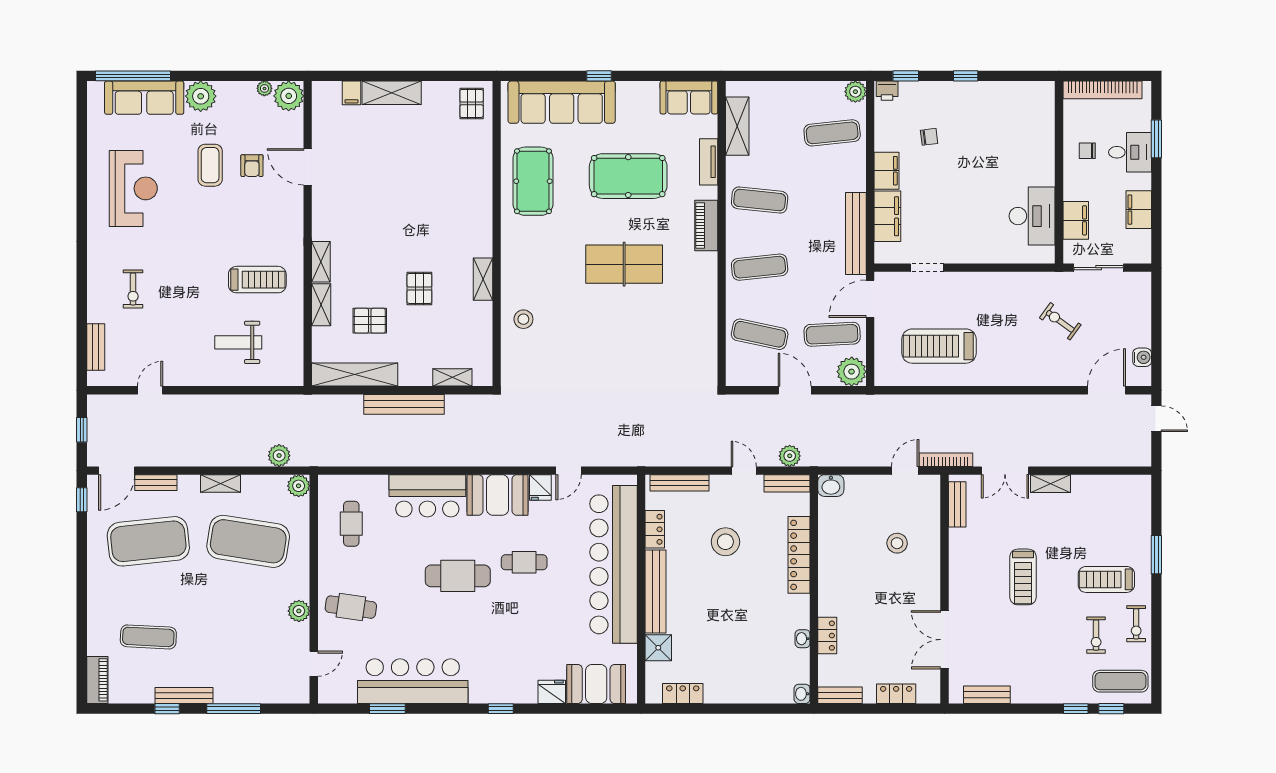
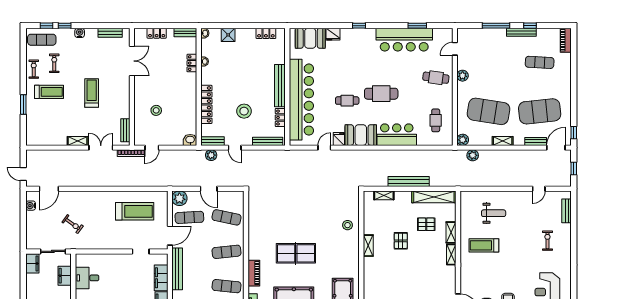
filing cabinet: (1139, 210) -> (32, 263), moved
desk: (1032, 216) -> (87, 278), width x0.73
shower: (658, 648) -> (228, 35), moved
water cooler: (1046, 694) -> (80, 33), added

